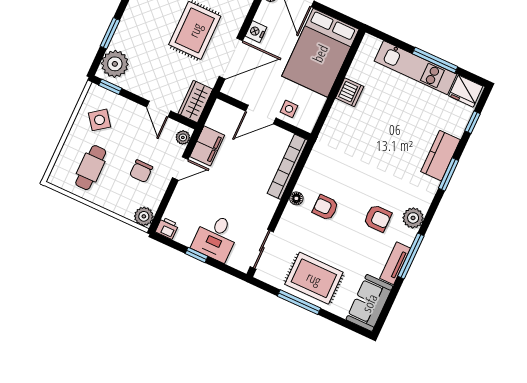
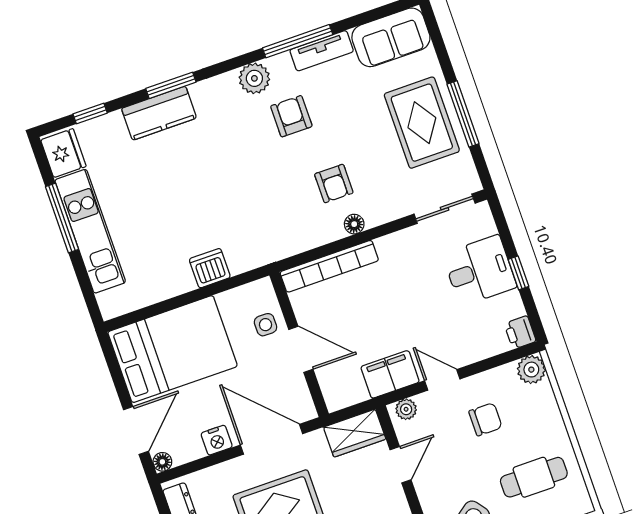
dishwasher: (350, 92) -> (210, 268), moved

